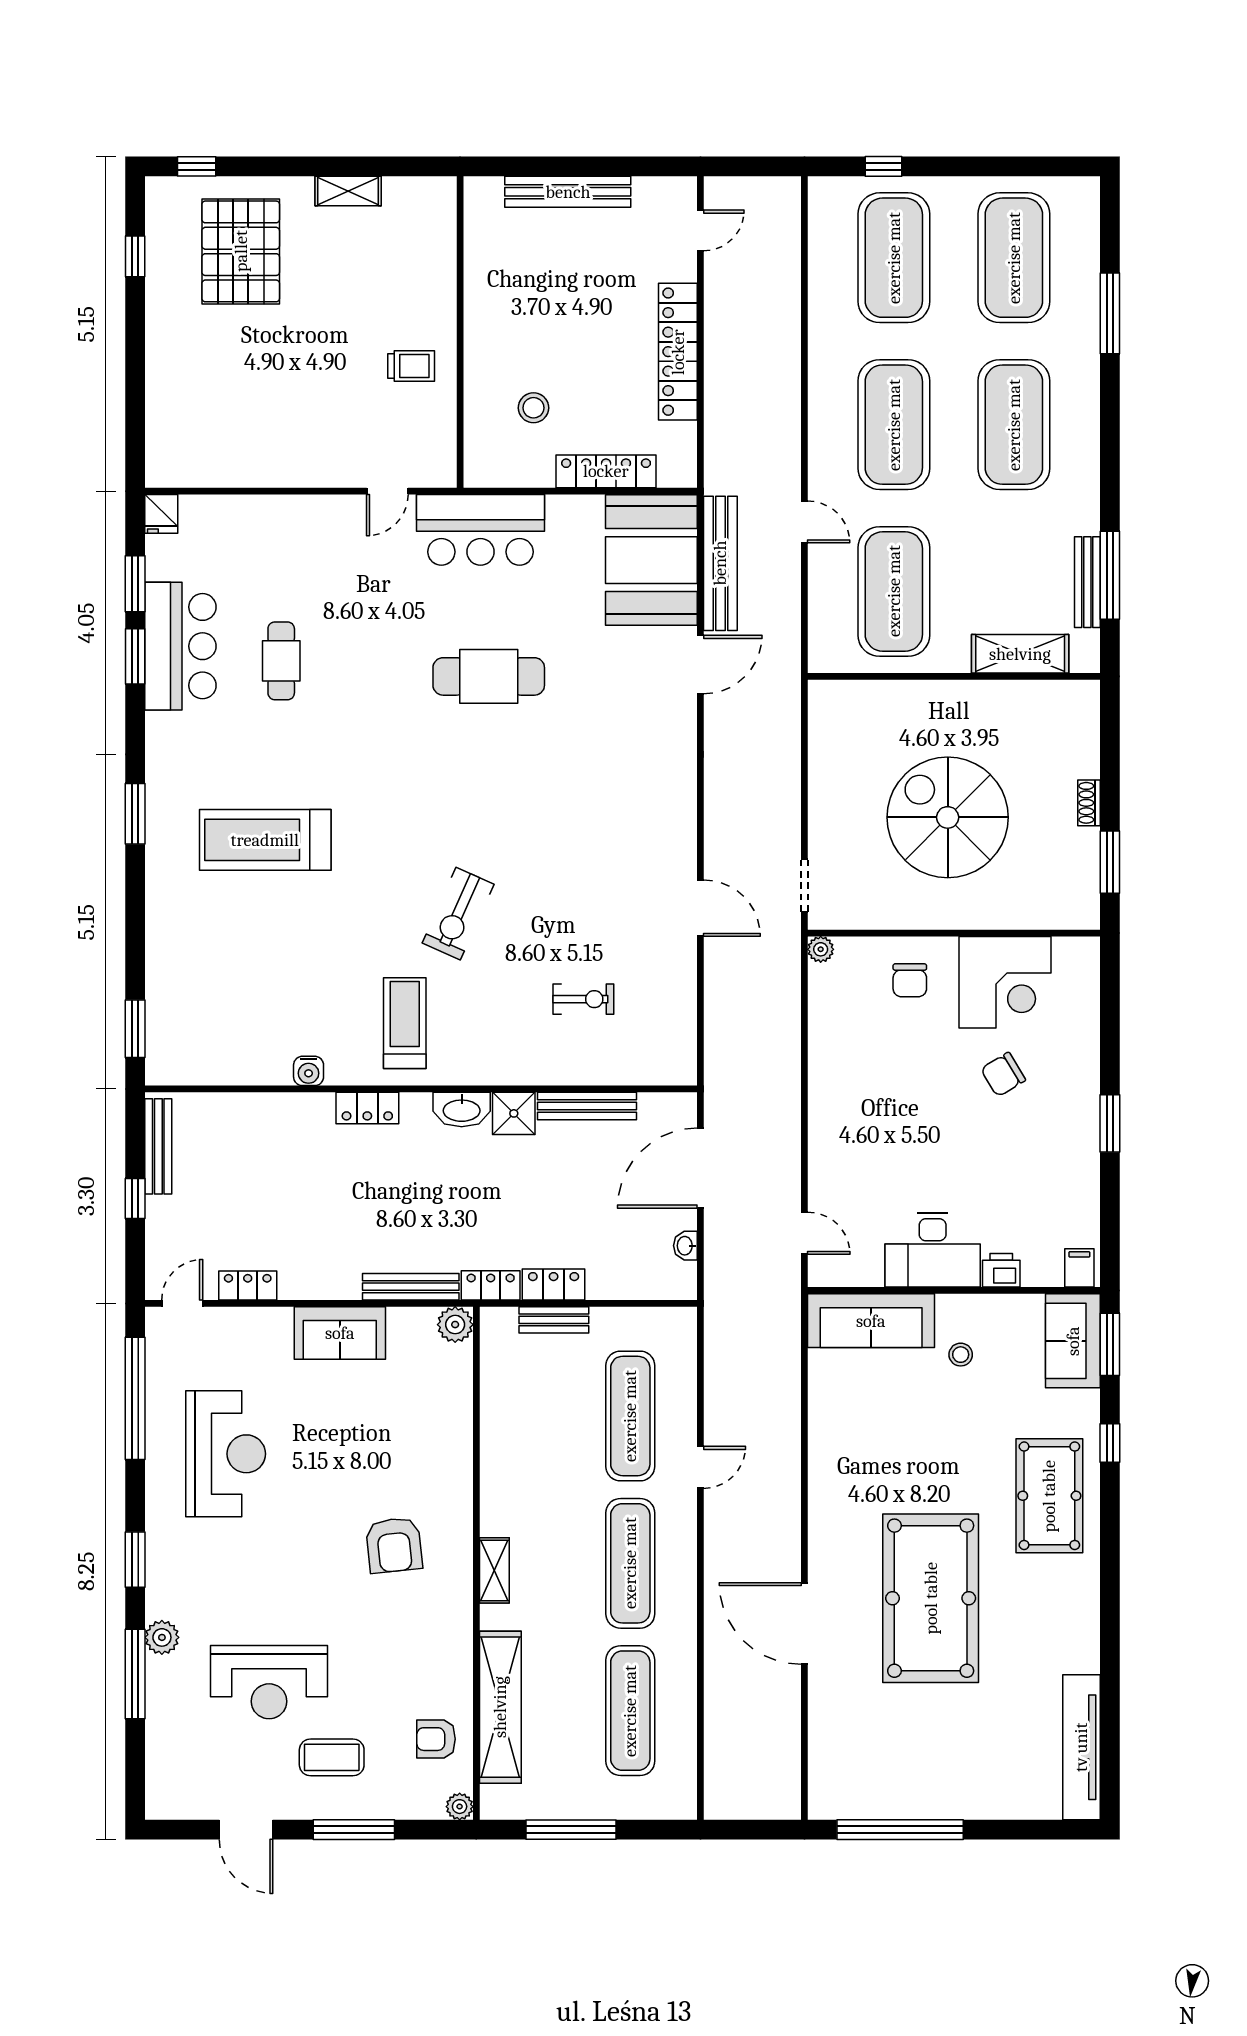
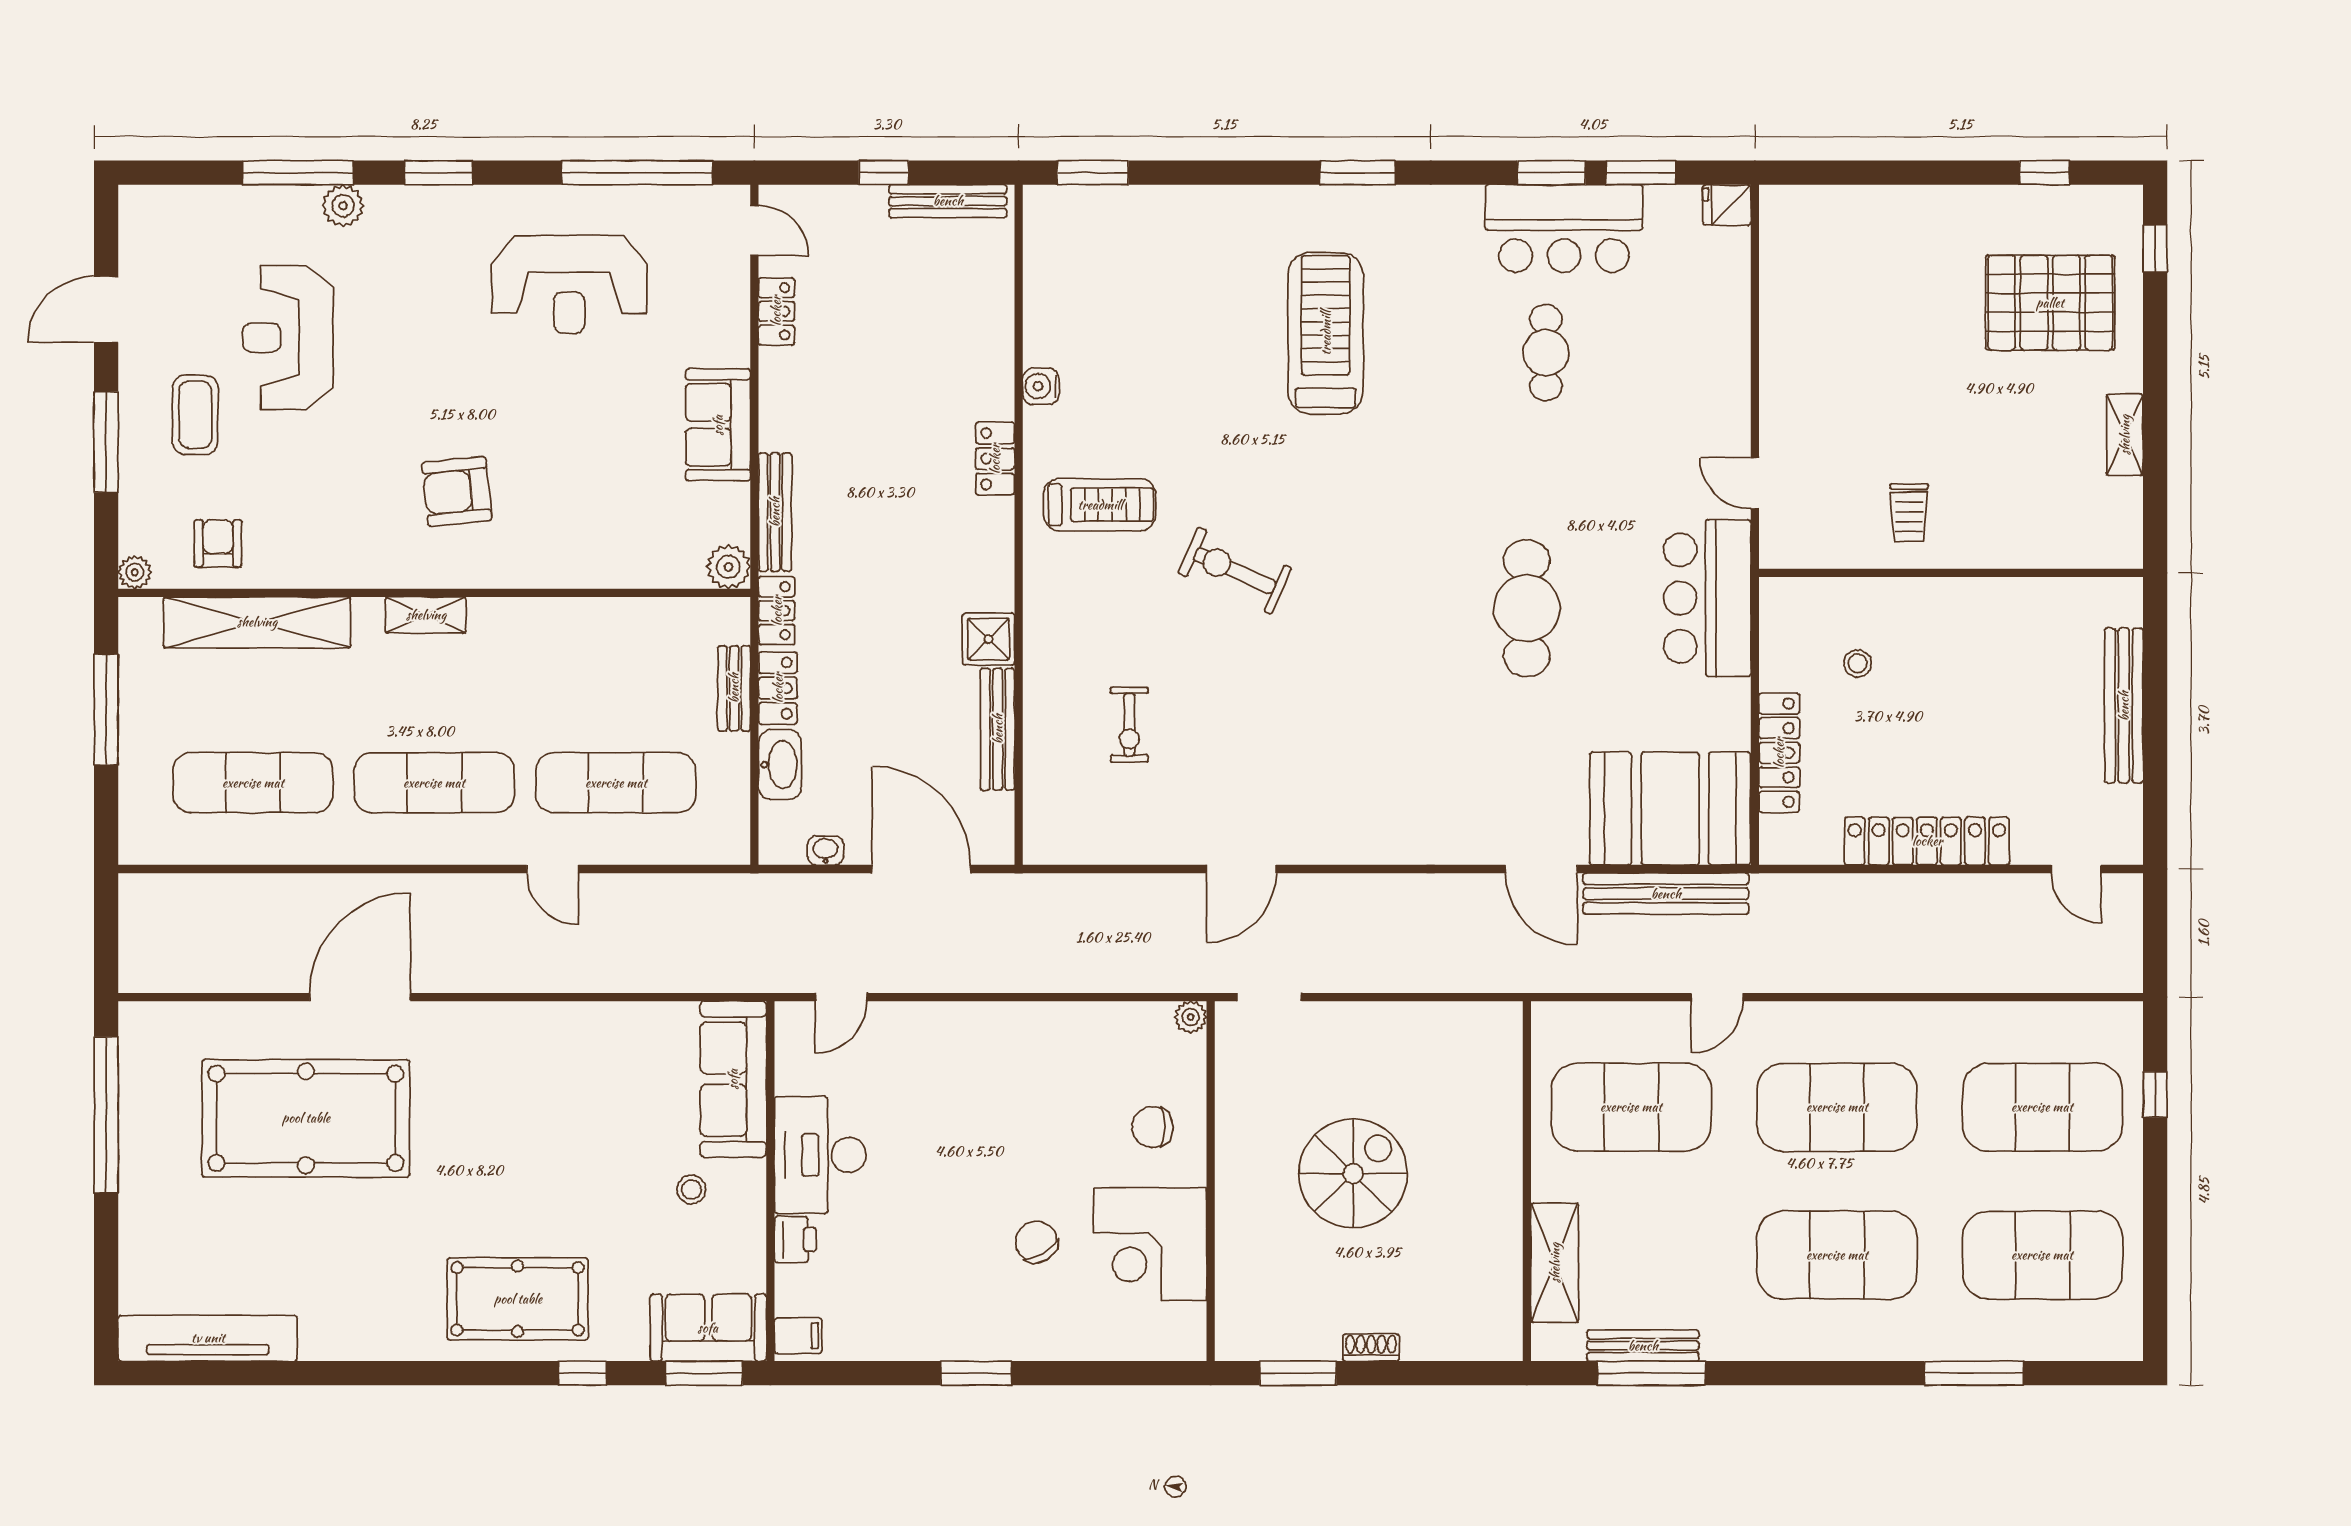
stool: (534, 408) -> (1858, 663), width x0.73, depth x0.73
cafe table: (281, 661) -> (1546, 353), turned 90
spiral stairs: (948, 817) -> (1353, 1173), width x0.73, depth x0.73
washbasin: (462, 1110) -> (780, 765), moved, turned 180
pool table: (931, 1598) -> (306, 1118), moved

